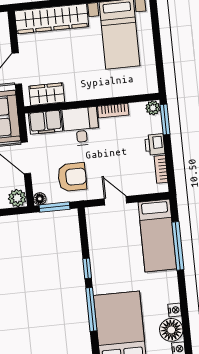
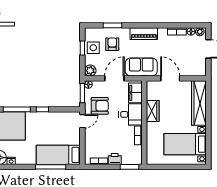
wardrobe: (47, 94) -> (153, 111), moved
plant: (153, 108) -> (137, 160), removed
armchair: (72, 177) -> (100, 106), turned -90
door: (115, 201) -> (82, 121), moved

